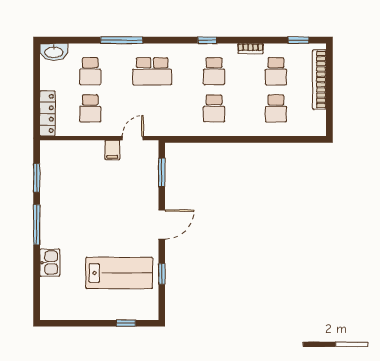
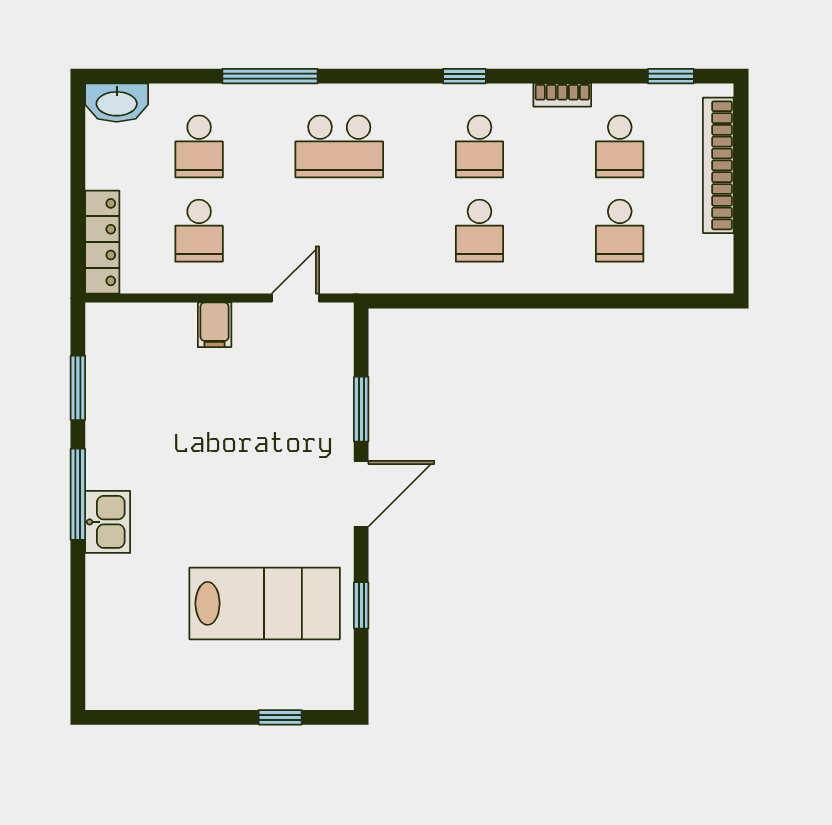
filing cabinet: (112, 150) -> (215, 325), moved
window: (162, 173) -> (361, 409), moved
kitchen sink: (50, 263) -> (108, 522), moved

